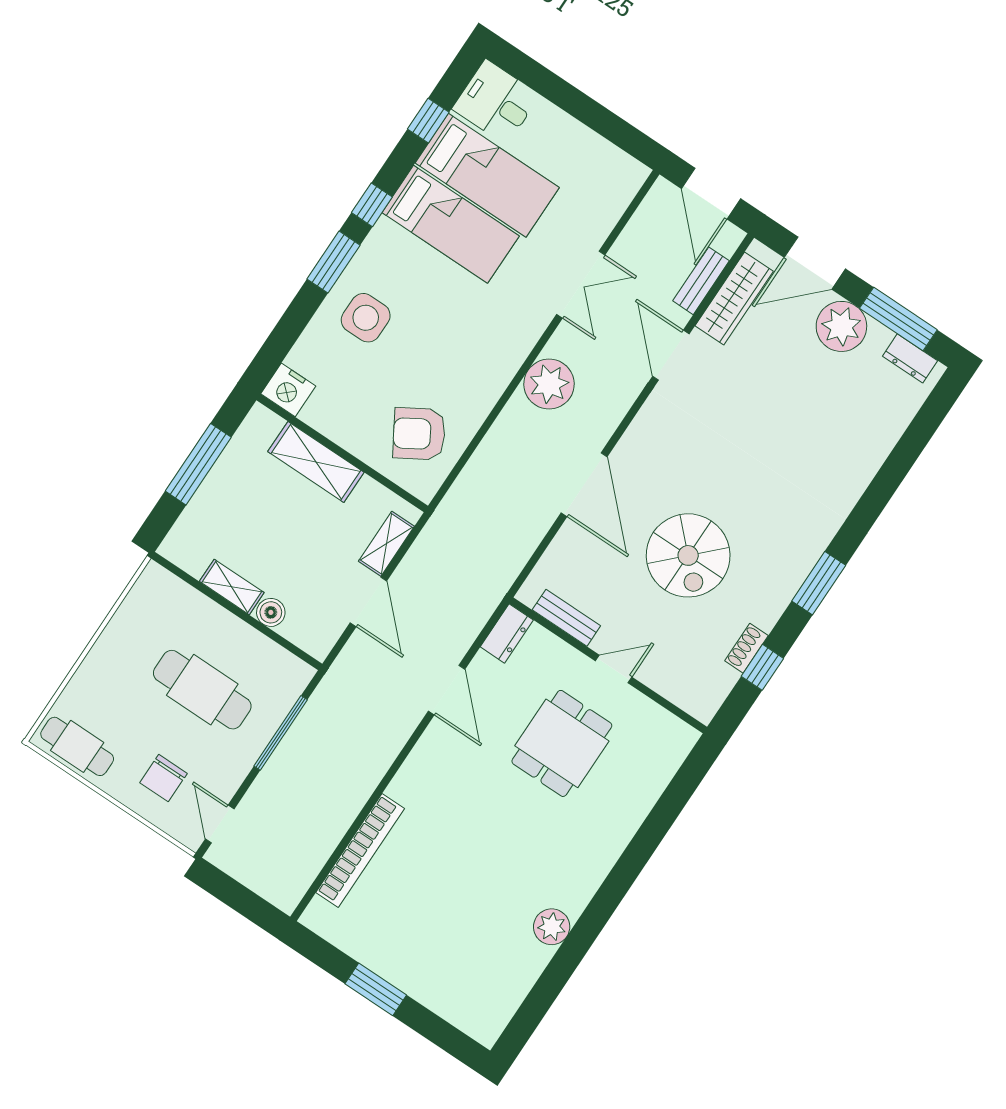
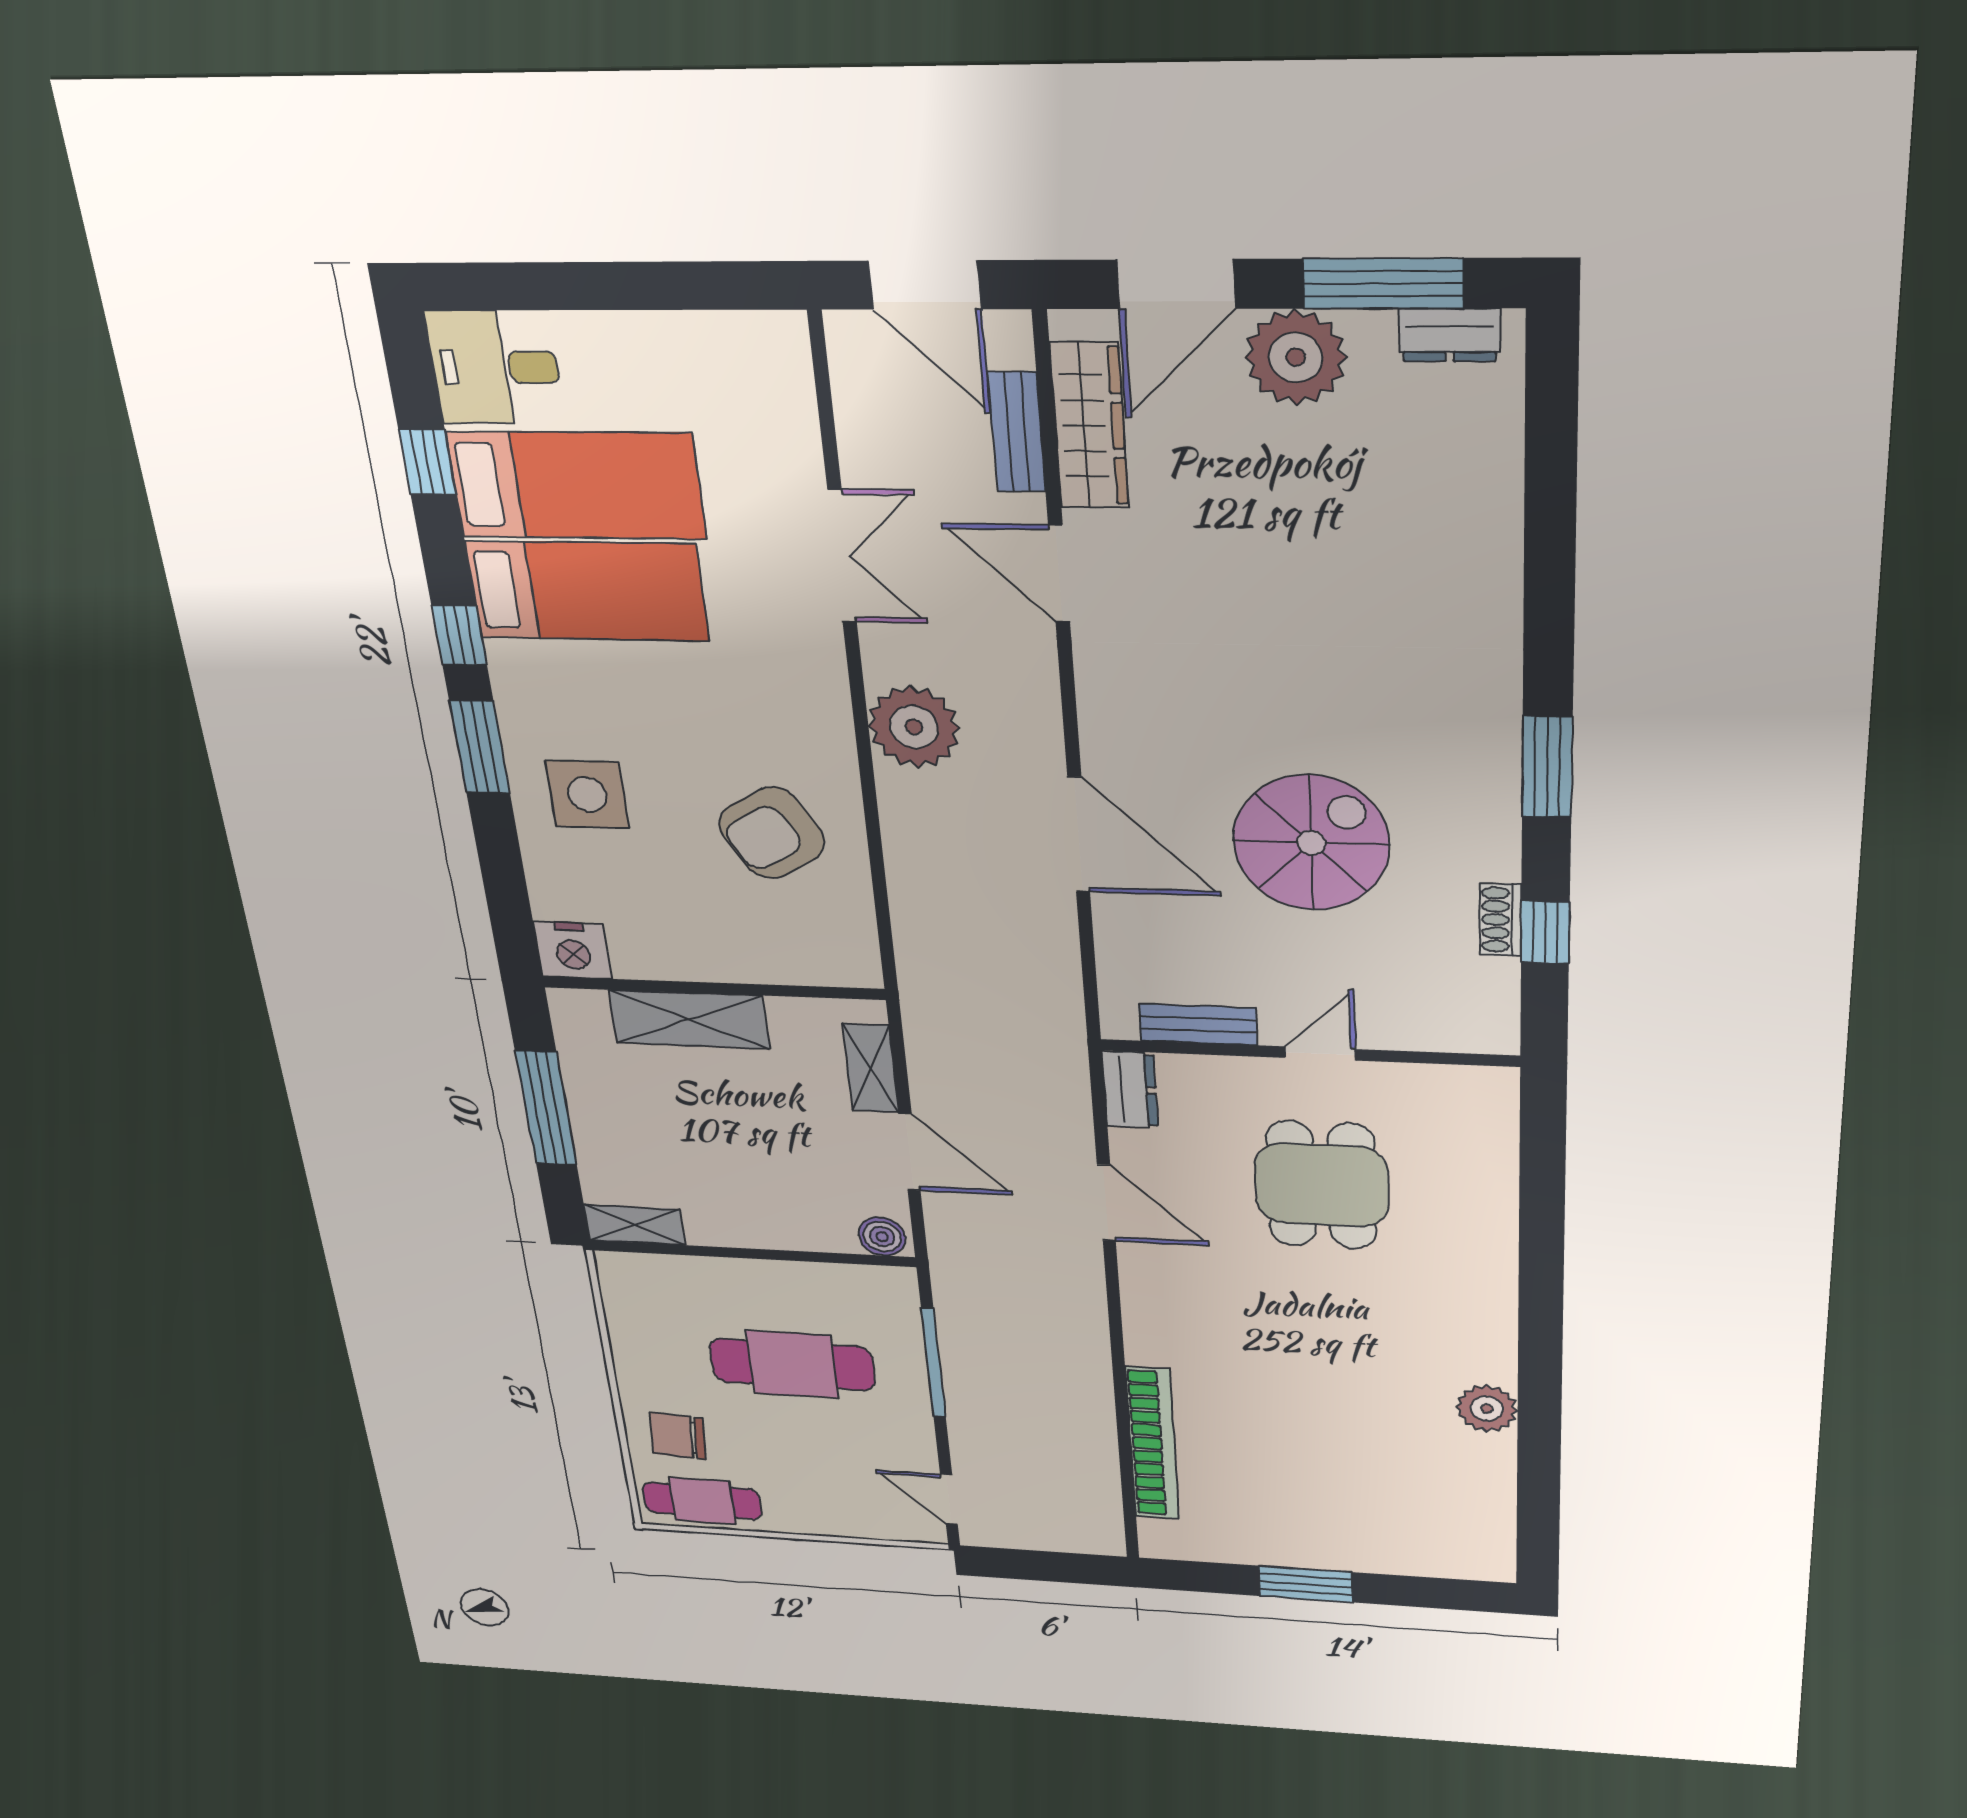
armchair: (419, 434) -> (772, 833), moved
spiral stairs: (688, 555) -> (1311, 843), turned -90
shelving: (232, 587) -> (635, 1225), moved
boiler: (271, 612) -> (882, 1237), moved
chair: (163, 778) -> (678, 1436), moved, turned 94

